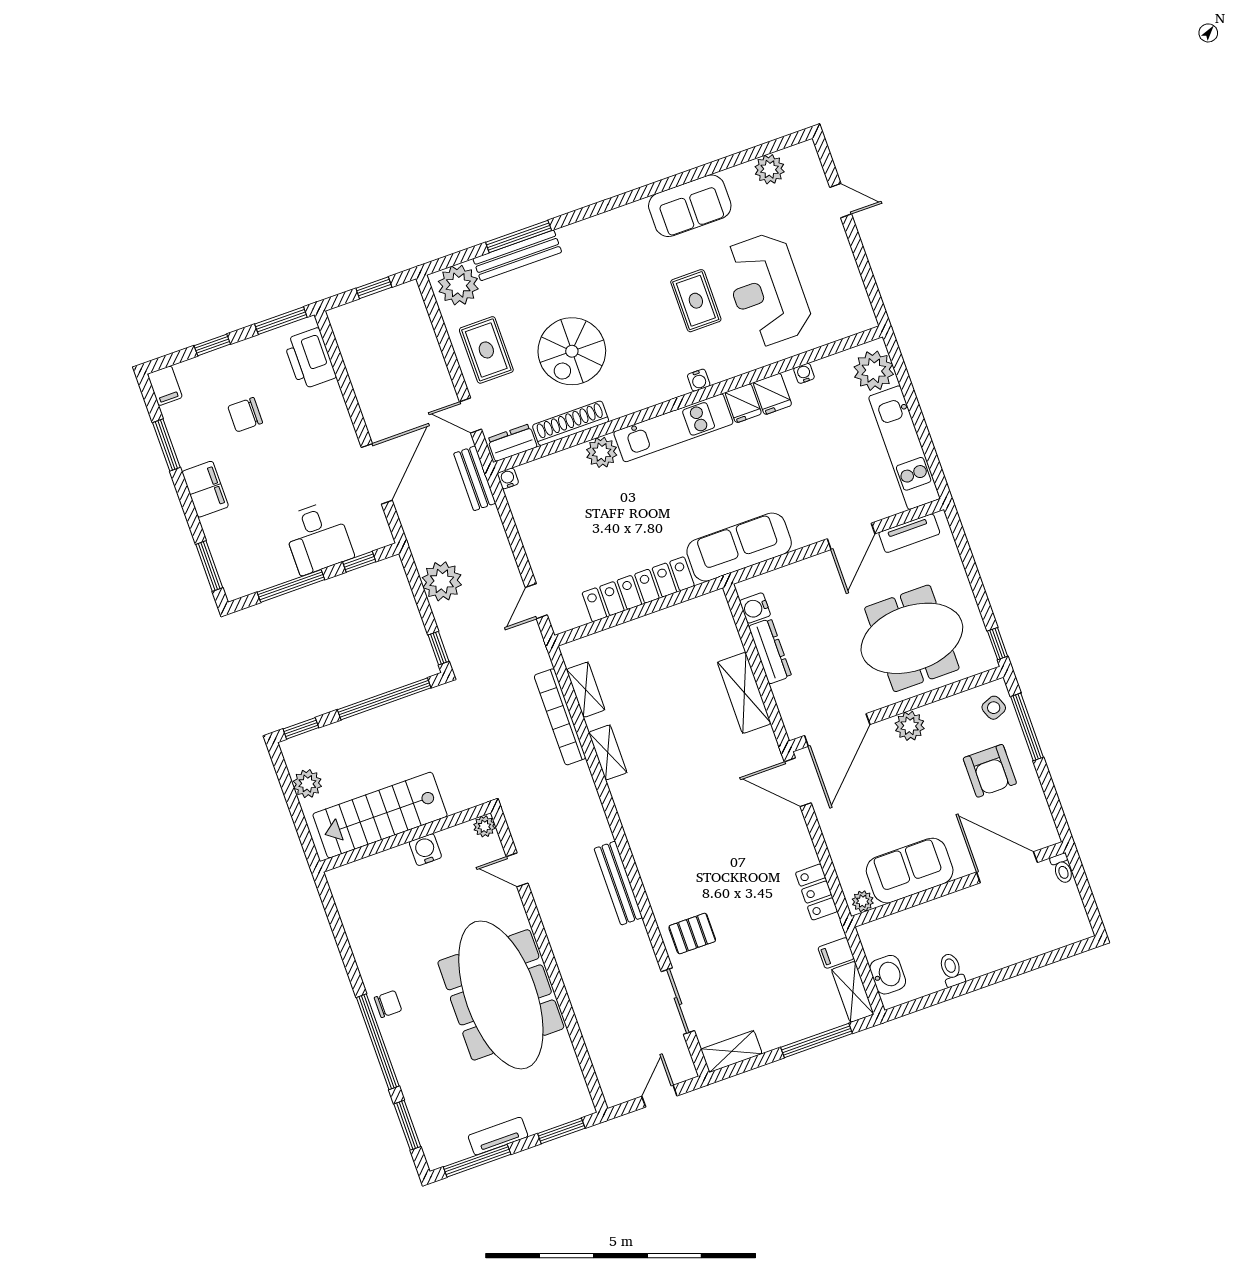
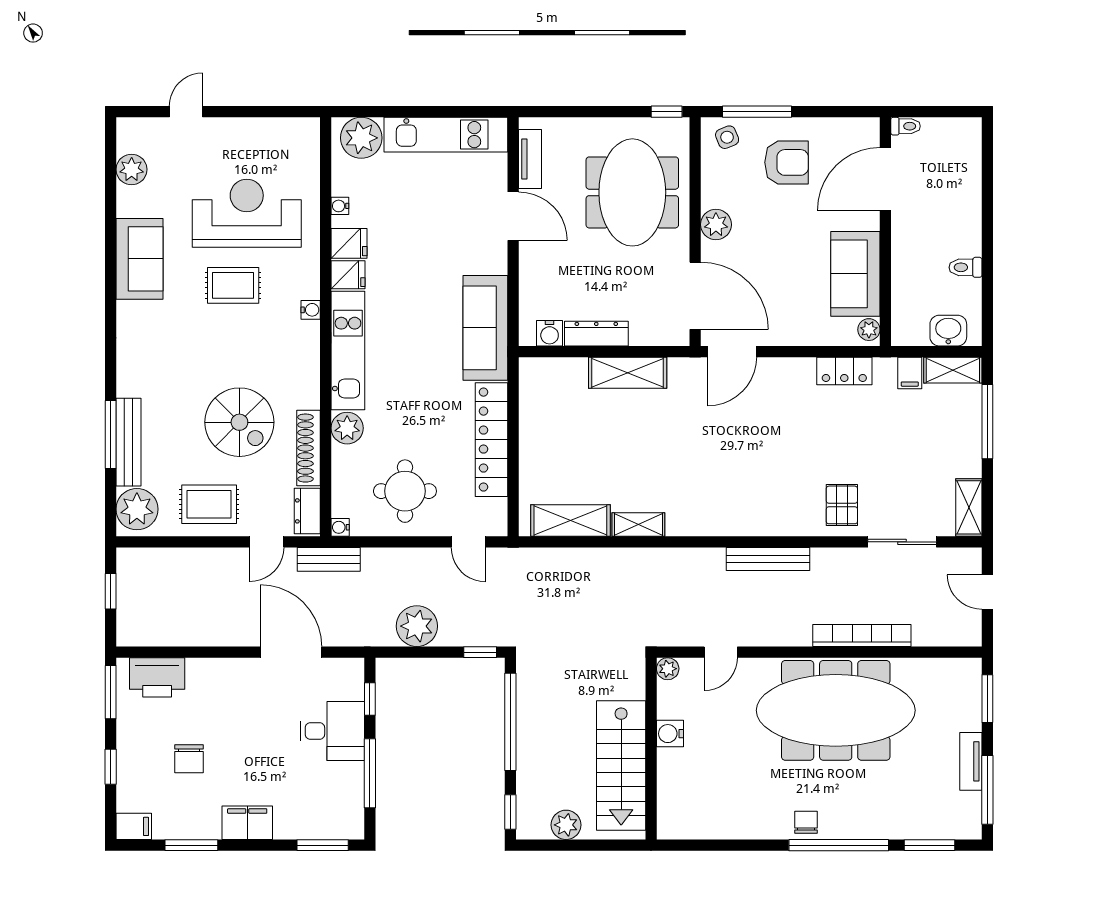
reception desk: (767, 290) -> (247, 213), turned 180
round table: (562, 526) -> (405, 491), added
shelving: (586, 690) -> (570, 520), width x1.50, depth x1.33
bookcase: (560, 717) -> (862, 635), moved, turned 180

